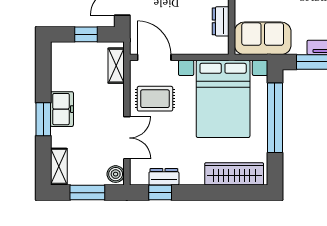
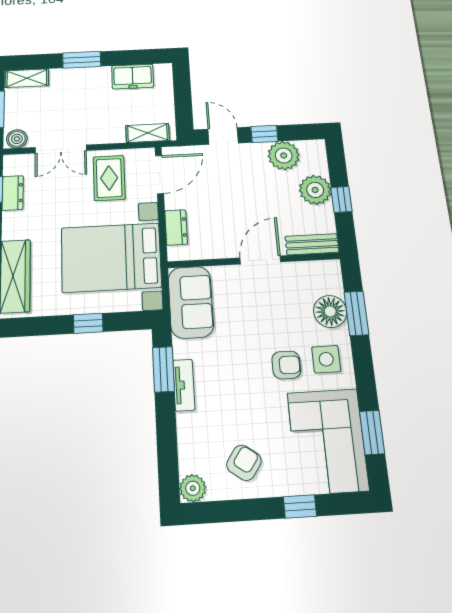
dresser: (221, 21) -> (176, 227), moved, turned 90
window: (86, 34) -> (183, 99), removed
freezer: (62, 109) -> (133, 76), moved
window: (275, 118) -> (88, 323), width x0.32

